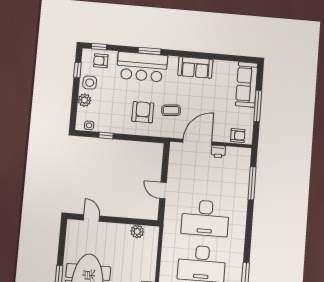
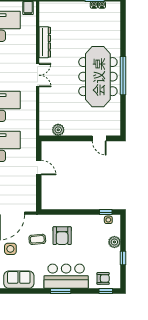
window: (77, 70) -> (123, 258), moved
side table: (90, 83) -> (10, 249), moved
window: (106, 136) -> (106, 212), moved

